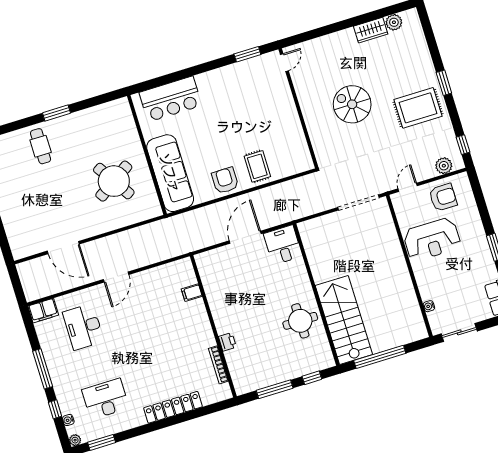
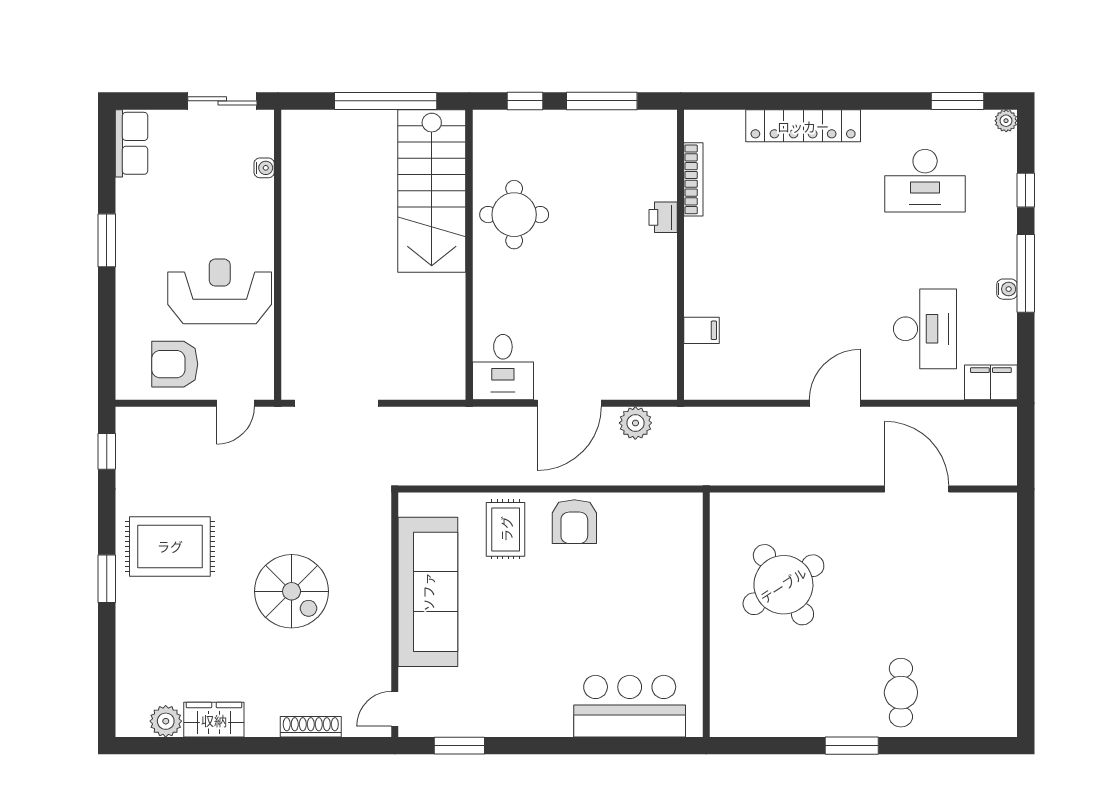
shoe rack: (323, 41) -> (311, 727), added
plant: (444, 166) -> (635, 423), moved
sofa: (170, 173) -> (428, 592), moved, turned 180
water cooler: (68, 420) -> (1007, 289), moved

